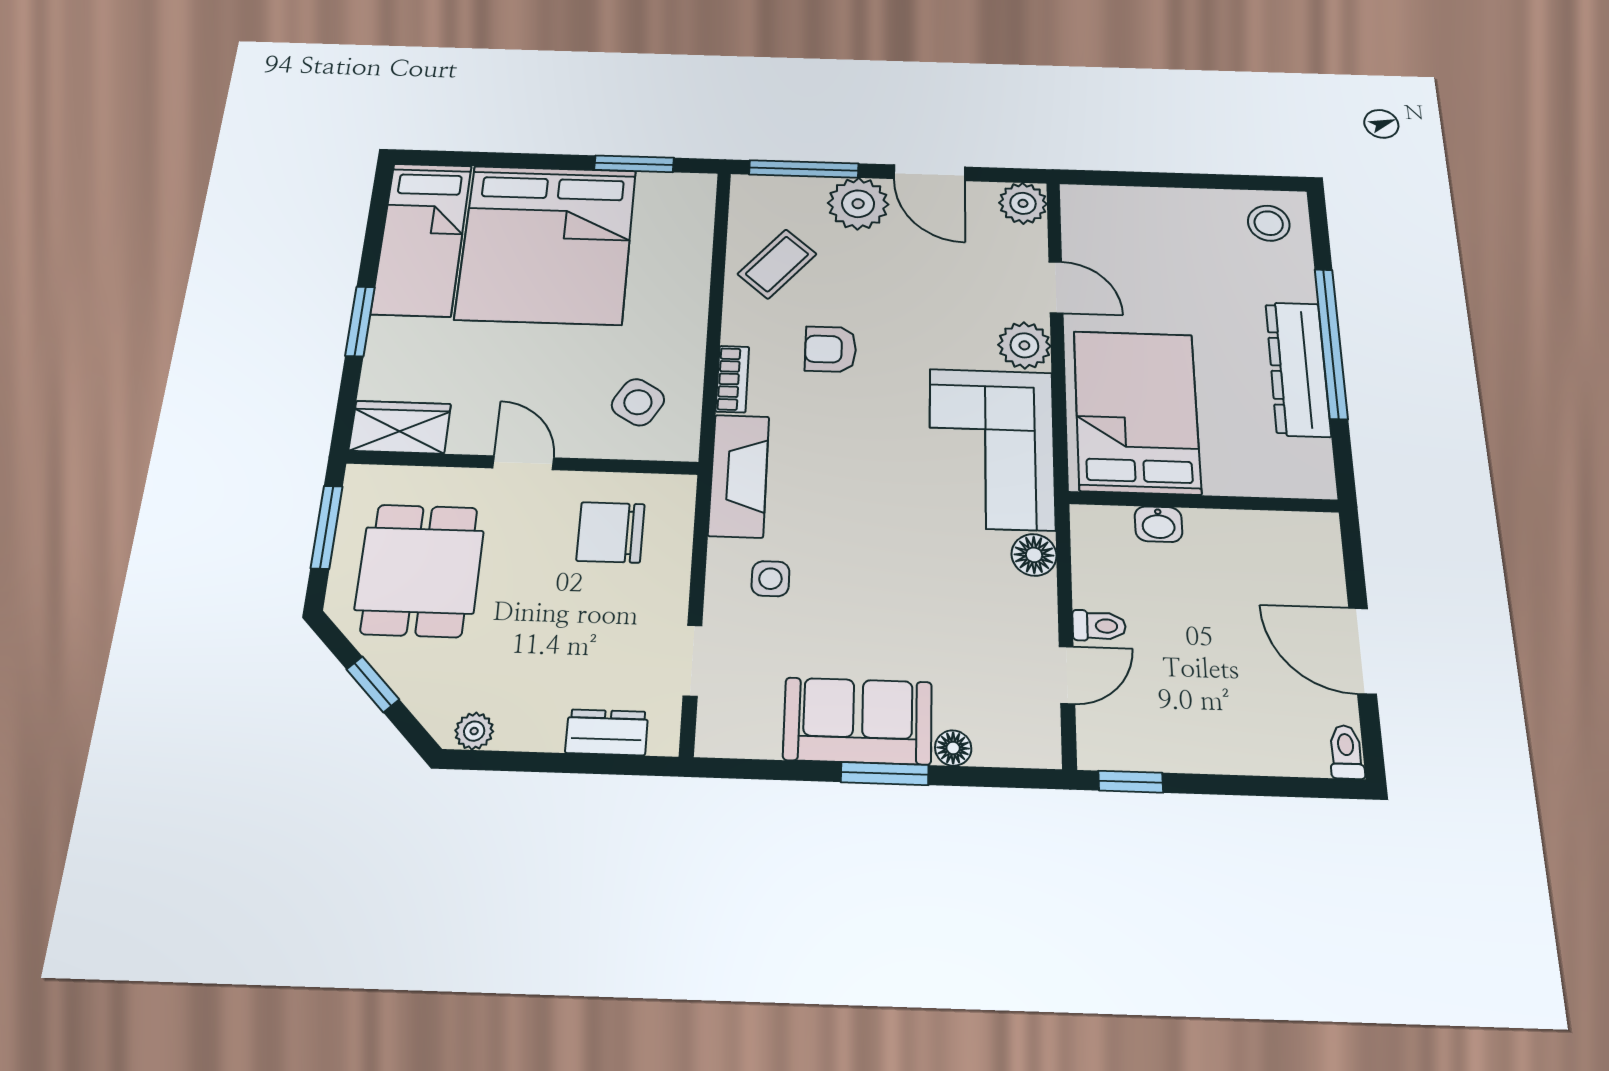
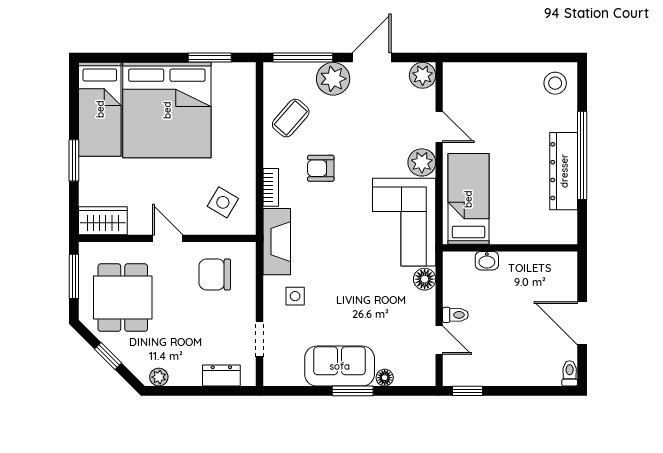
door: (929, 173) -> (372, 57), swing flipped
bed: (1137, 412) -> (468, 199), width x0.67
door: (1067, 675) -> (439, 340), hinge flipped

